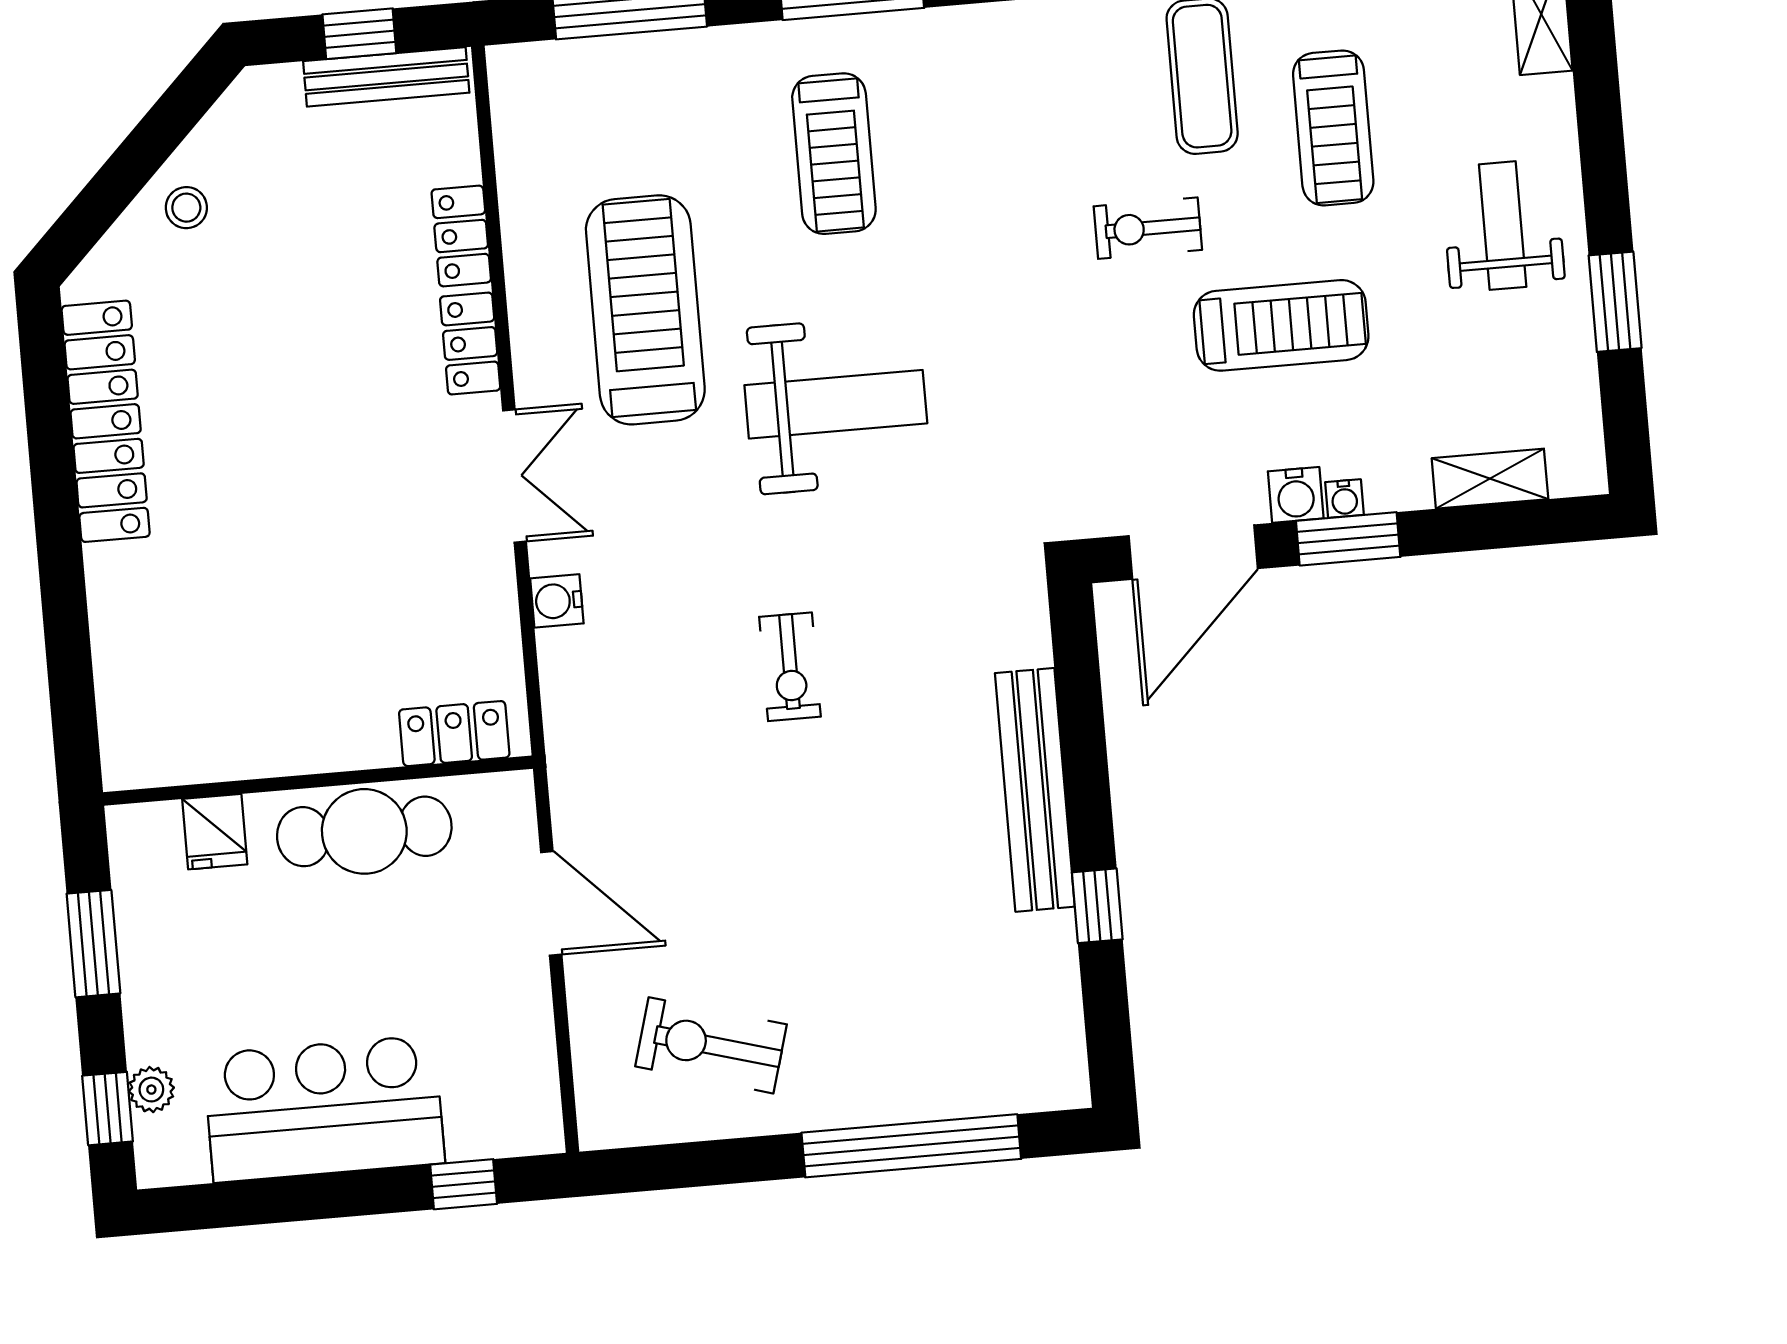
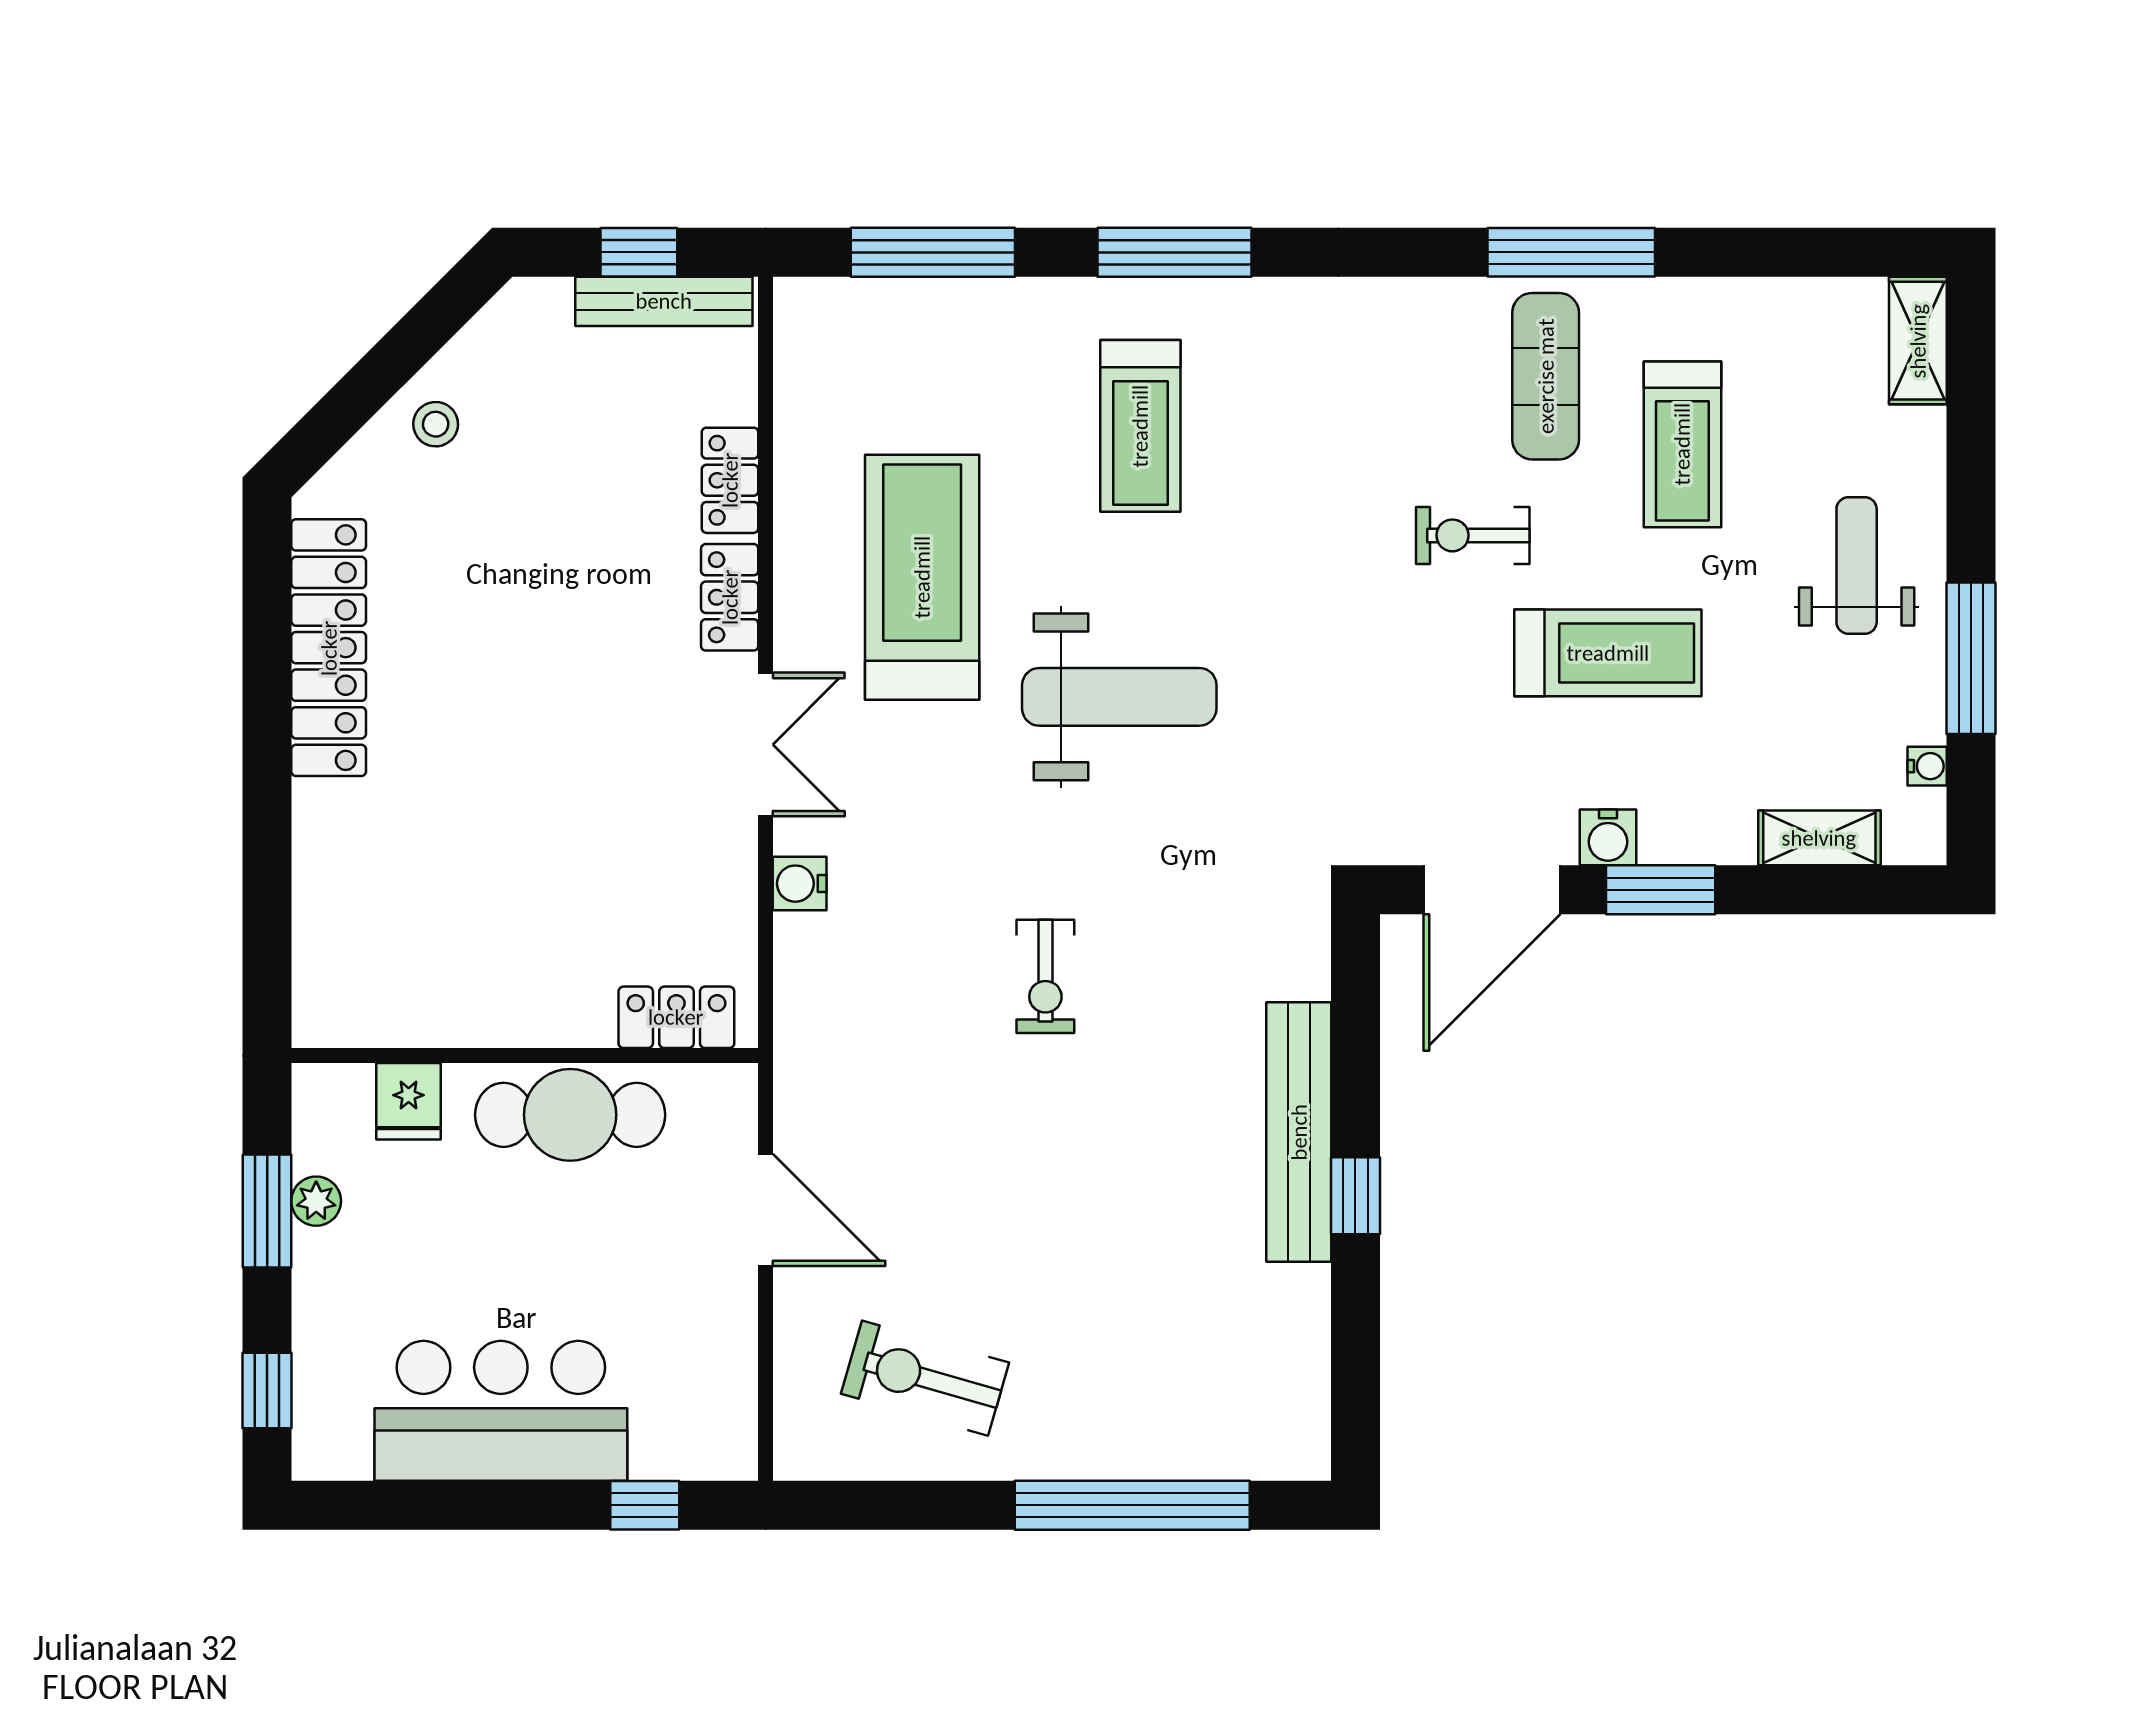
window: (1615, 302) -> (1971, 658), width x1.44
water cooler: (1345, 499) -> (1927, 766), moved, turned -90
window: (1097, 906) -> (1355, 1196), moved
plant: (151, 1090) -> (316, 1201), moved

